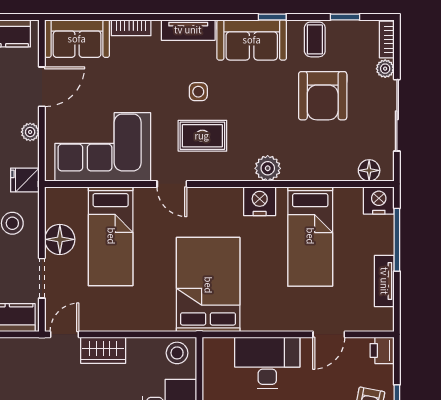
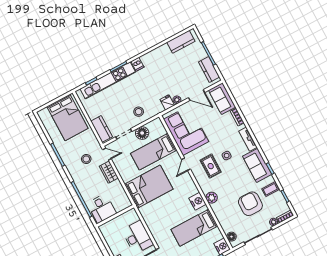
armchair: (323, 96) -> (250, 204), turned 91
fridge: (25, 180) -> (167, 102), moved
bed: (208, 285) -> (149, 187), moved
stool: (177, 353) -> (86, 159), moved

